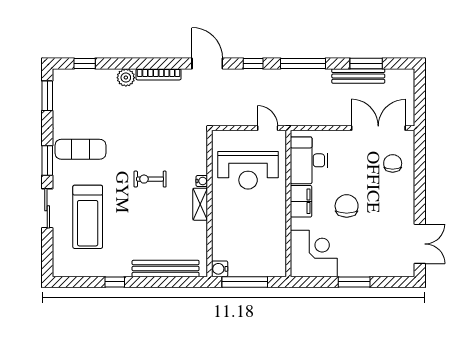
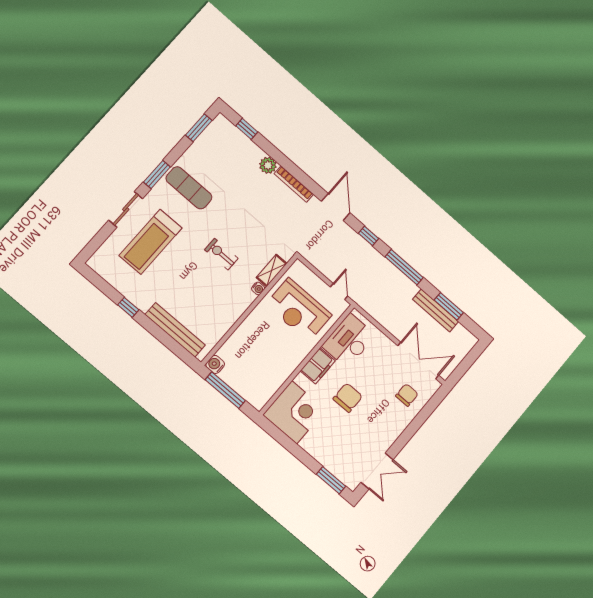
shelving: (200, 204) -> (272, 271), moved
window: (354, 282) -> (331, 480), moved

